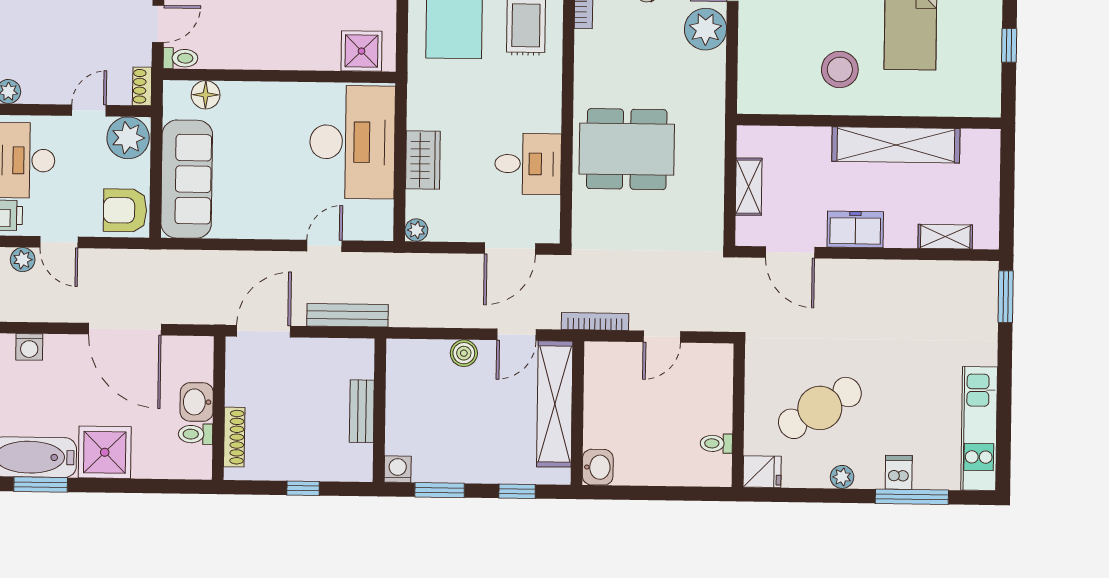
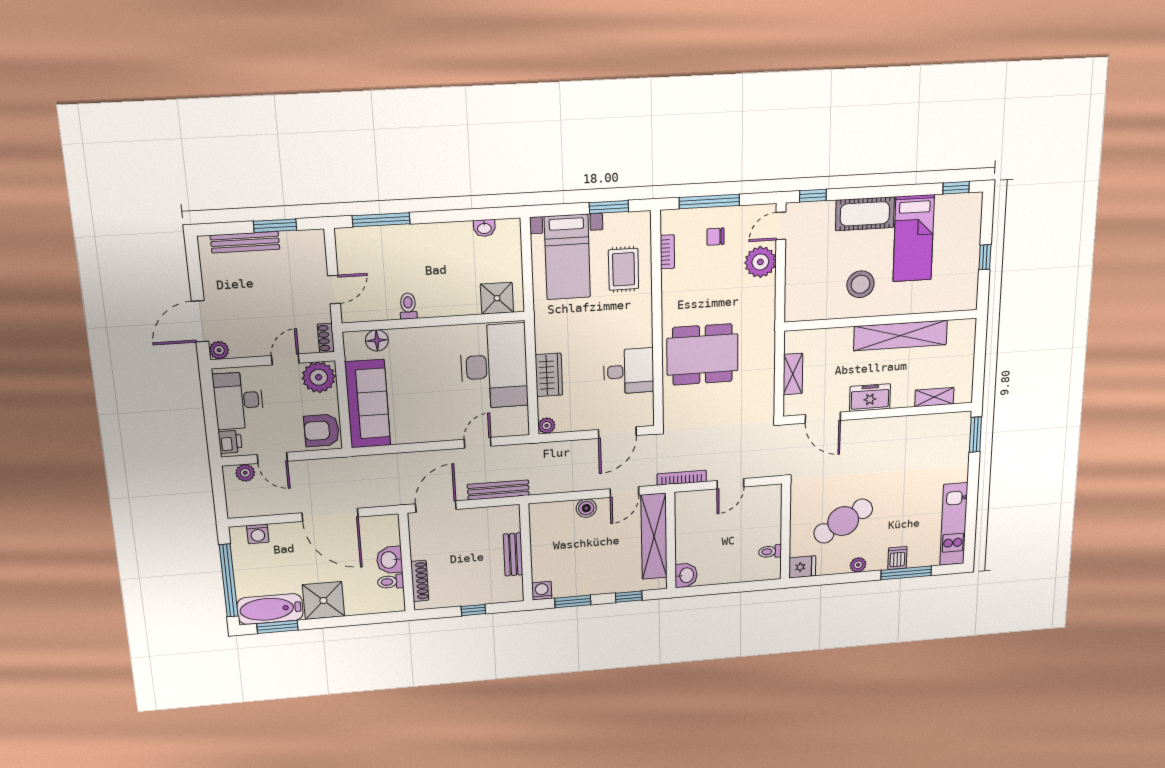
toilet: (180, 58) -> (408, 306), moved, turned -90

